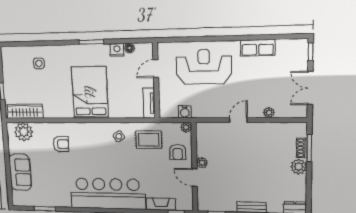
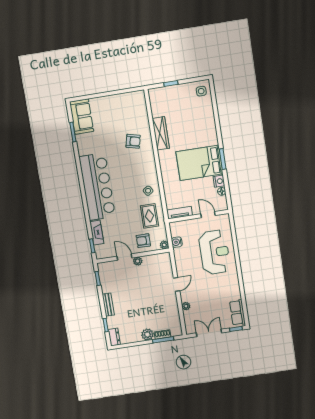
row of seats: (258, 48) -> (237, 313), moved
side table: (39, 63) -> (201, 91), moved
bed: (90, 92) -> (199, 163), moved, turned 180
wardrobe: (25, 111) -> (161, 133), moved
door: (238, 120) -> (177, 284), hinge flipped
plant: (24, 132) -> (138, 106), removed
armchair: (61, 144) -> (133, 141), turned -76
sofa: (20, 172) -> (82, 117), moved, turned -90
door: (195, 177) -> (124, 257), hinge flipped

